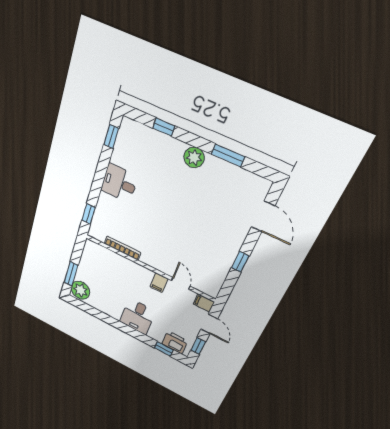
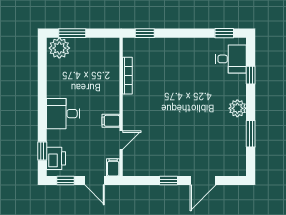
desk: (119, 183) -> (231, 59), moved, turned 90
door: (263, 216) -> (203, 181), moved
door: (209, 324) -> (95, 181), hinge flipped

